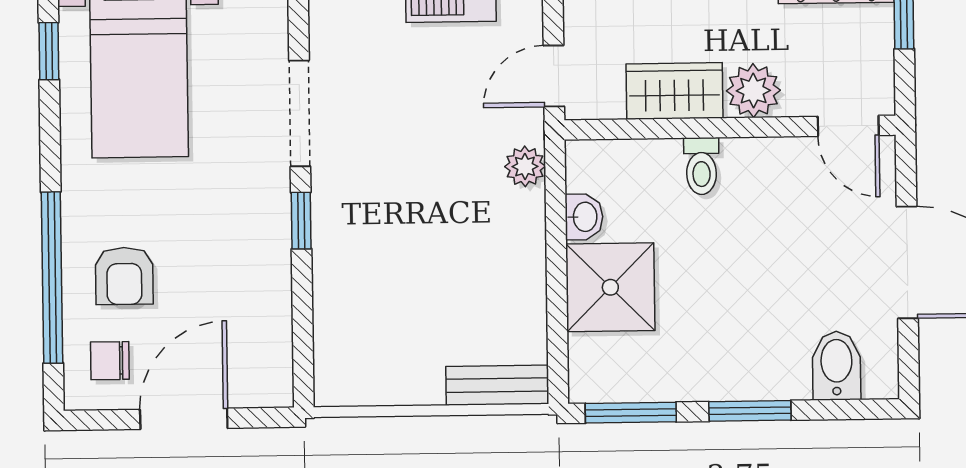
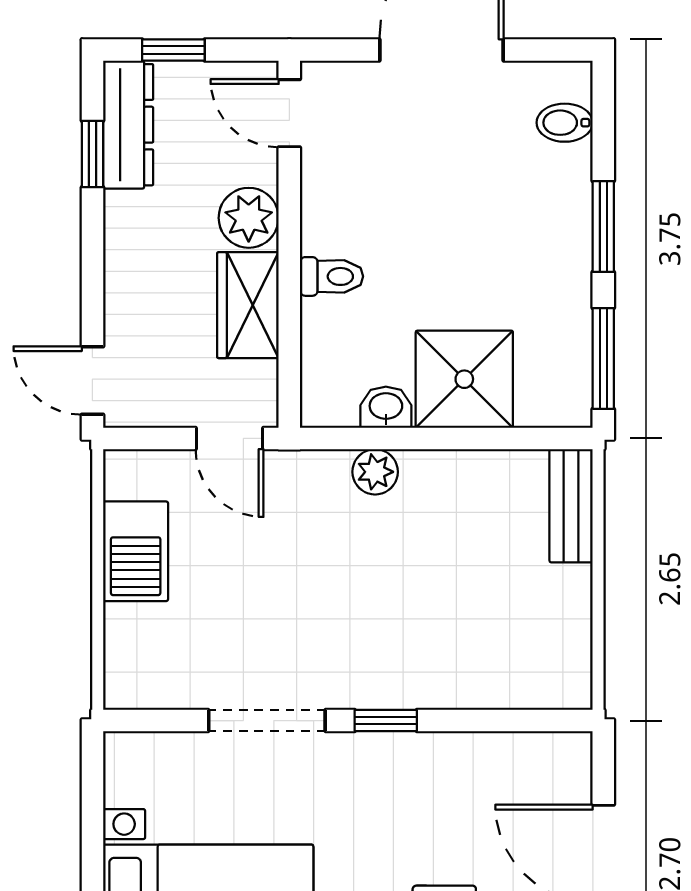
door: (848, 126) -> (289, 113), swing flipped
plant: (525, 166) -> (375, 472), moved
bidet: (837, 366) -> (565, 123), width x0.72, depth x0.74

